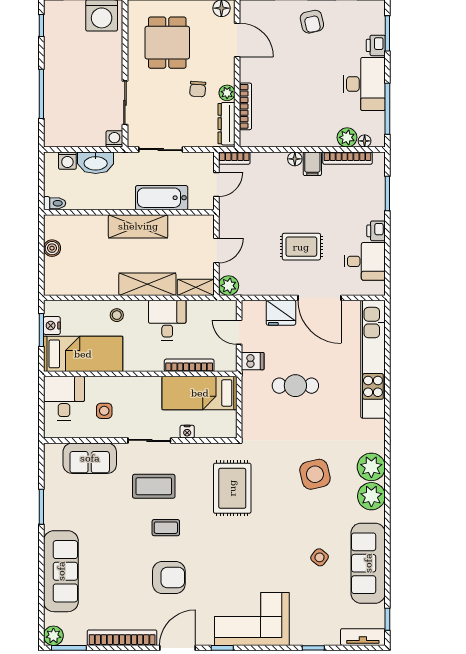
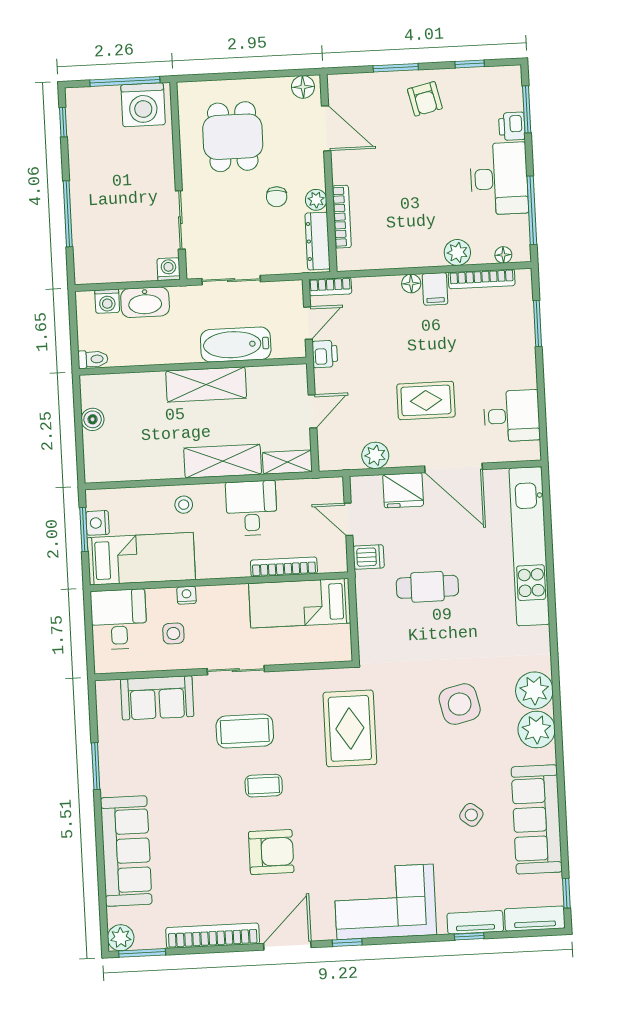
plant: (347, 137) -> (457, 252), moved
printer: (376, 231) -> (325, 354), moved, turned 180
plant: (229, 286) -> (375, 455), moved
nightstand: (187, 432) -> (187, 595), moved, turned 180
tv unit: (318, 638) -> (475, 922), added

